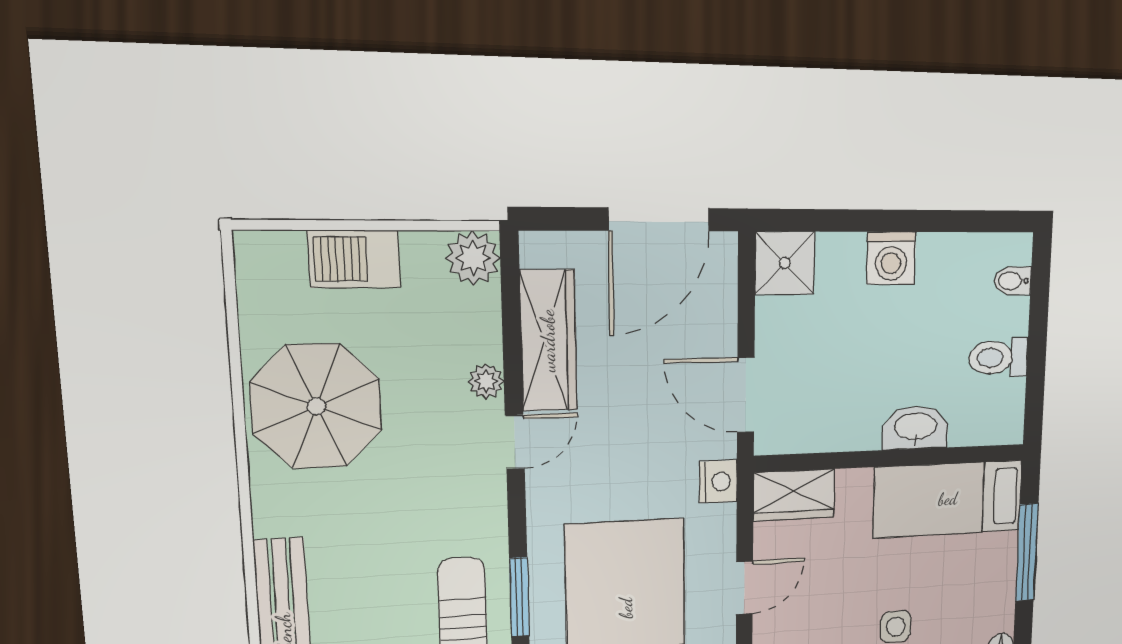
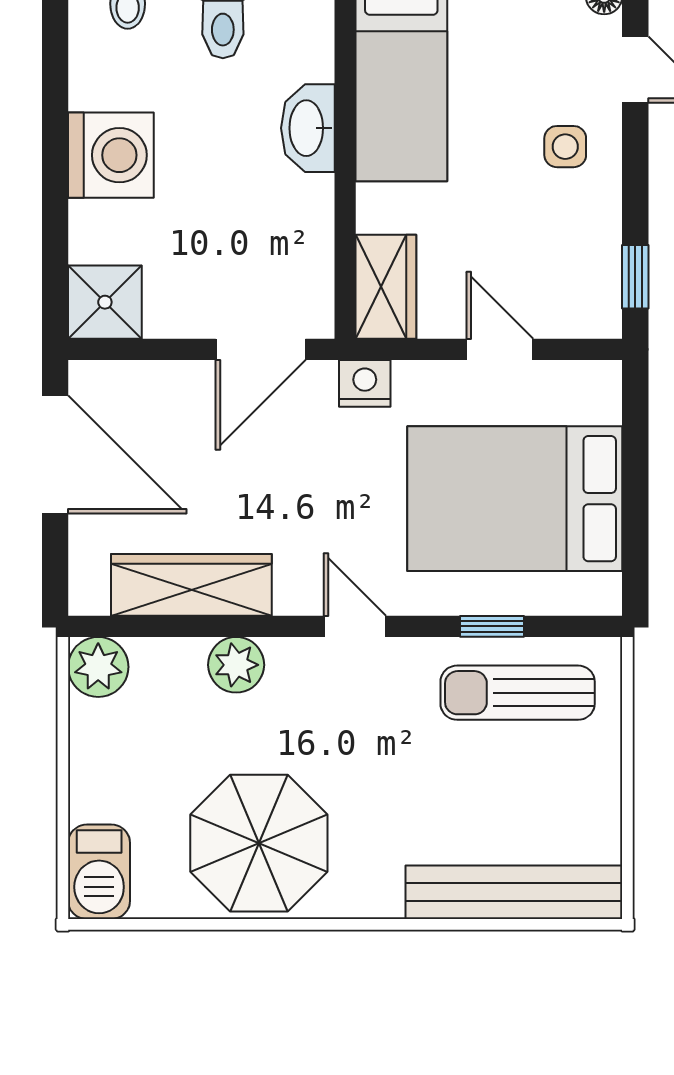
washing machine: (891, 258) -> (111, 155), width x1.37, depth x1.37
barbecue: (354, 259) -> (99, 872), moved
plant: (486, 381) -> (236, 665), width x1.38, depth x1.38
door: (515, 442) -> (355, 626), moved
window: (519, 597) -> (492, 626), width x0.67

